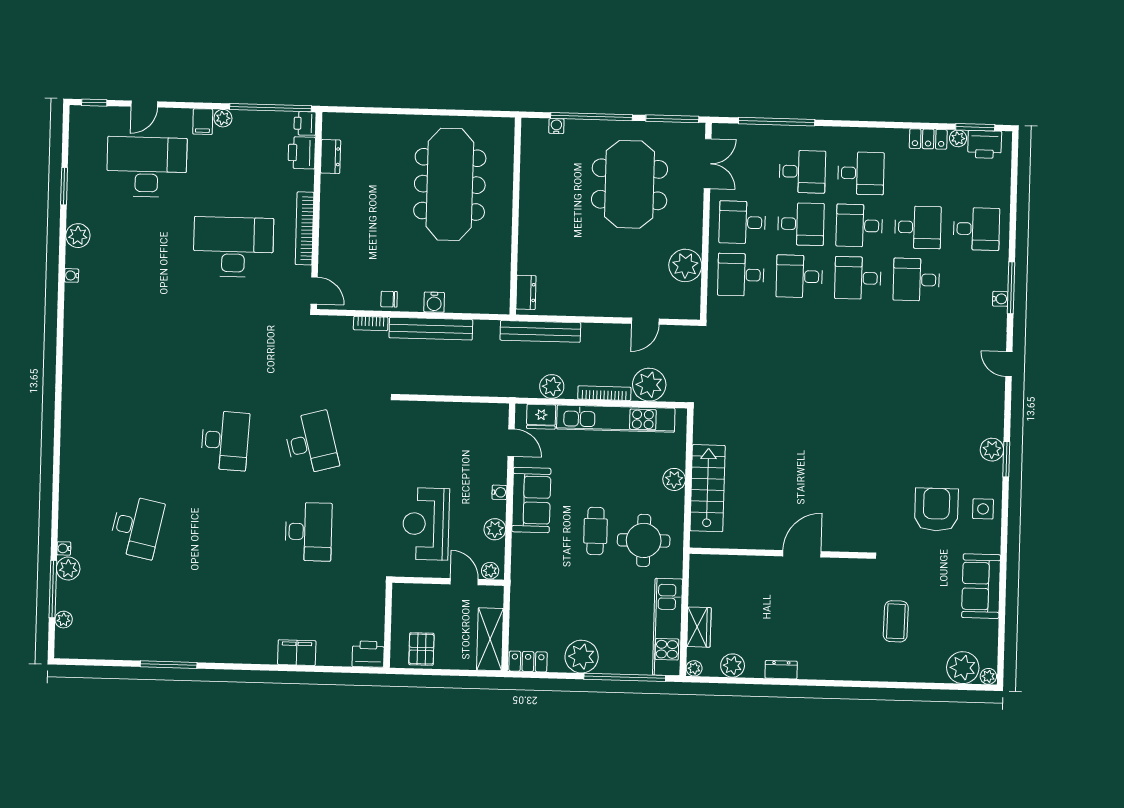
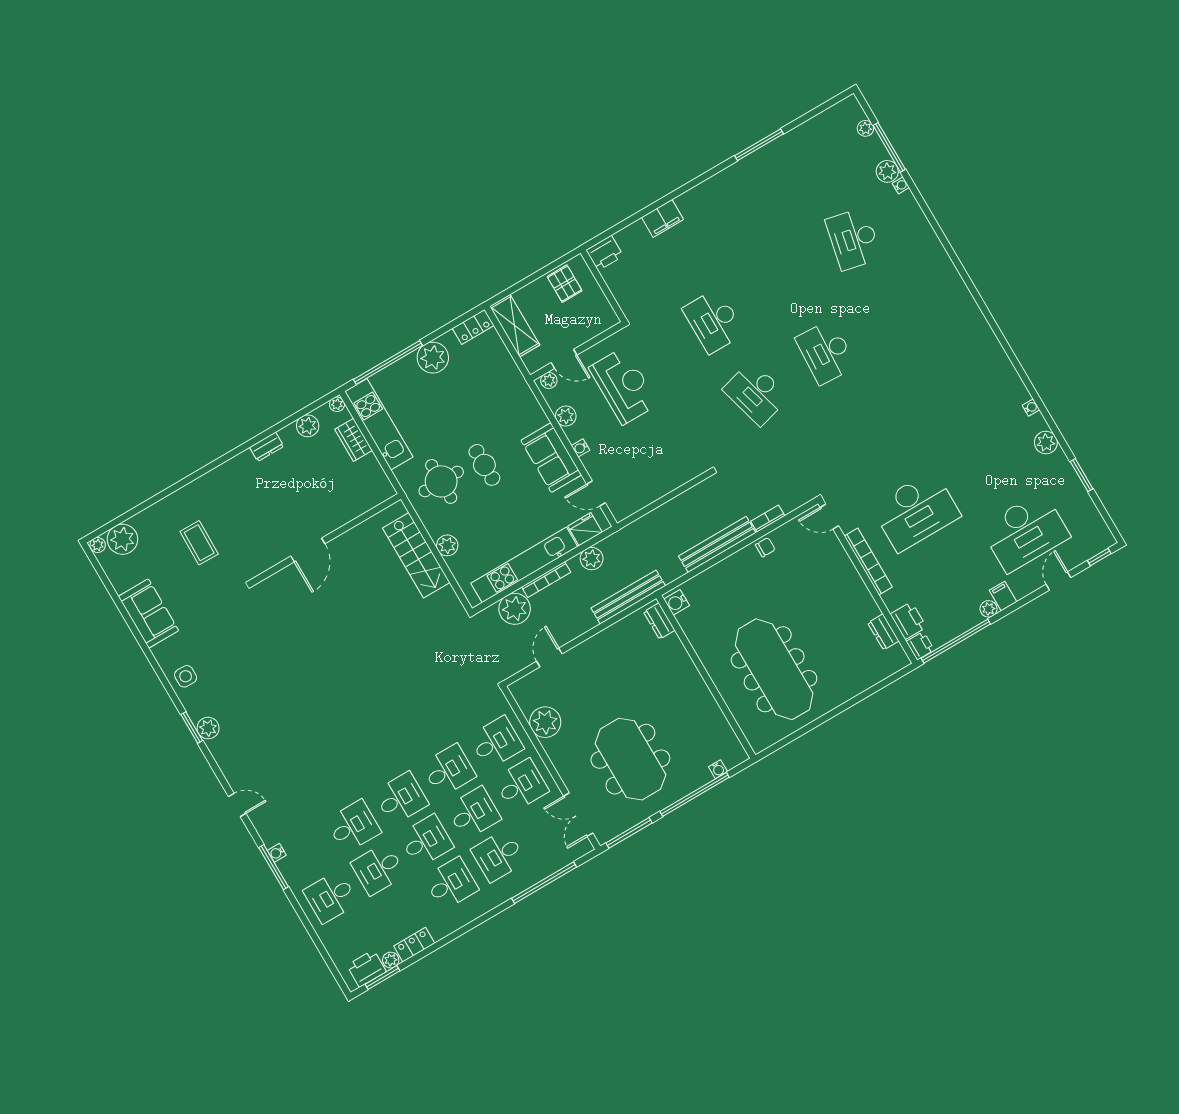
desk: (861, 173) -> (451, 884), turned 180
desk: (801, 224) -> (474, 813), turned 180
water cooler: (434, 302) -> (677, 602), moved, turned -90
armchair: (936, 510) -> (222, 652), removed

